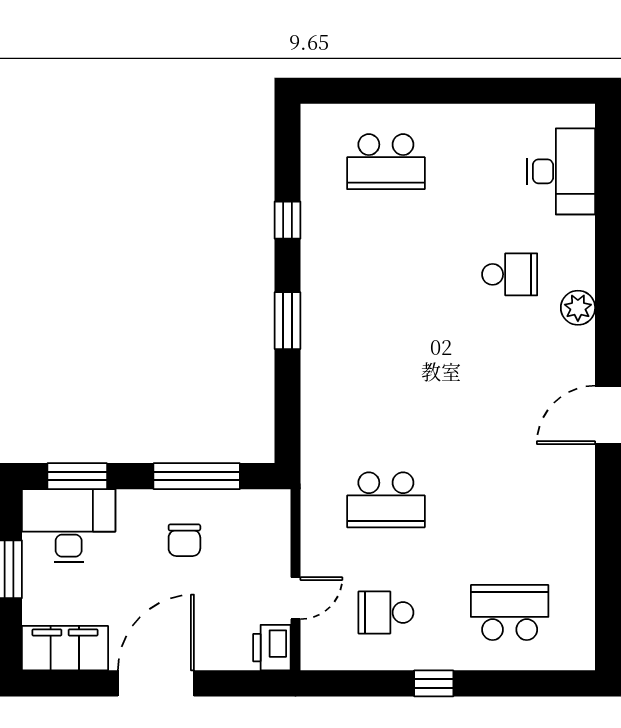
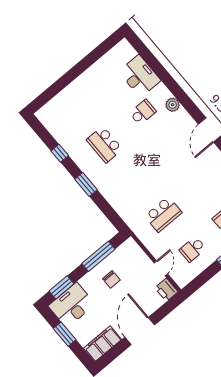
school desk: (386, 162) -> (104, 144), moved, turned 90
desk: (561, 171) -> (140, 76), moved

